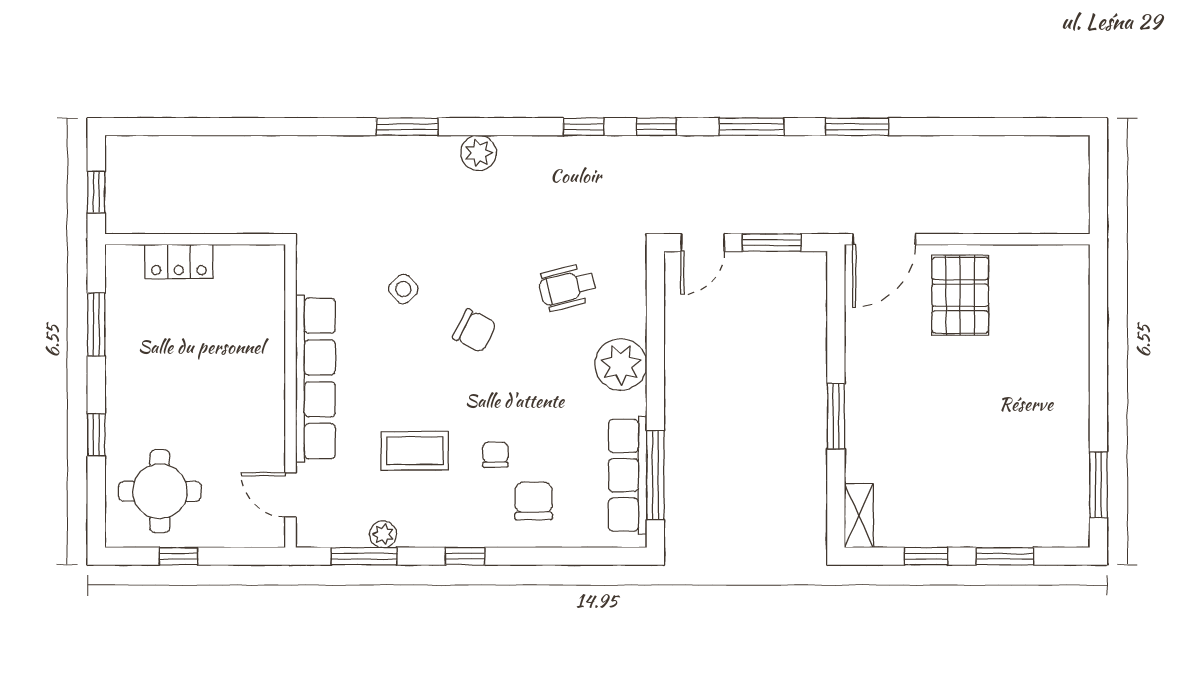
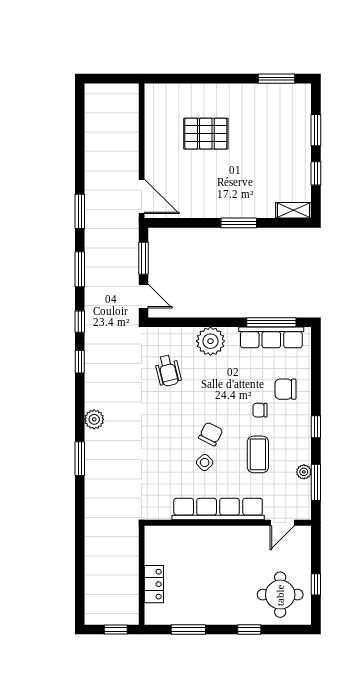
side table: (403, 289) -> (205, 462), moved
pallet: (960, 295) -> (206, 134), moved
chair: (474, 331) -> (211, 434), moved

